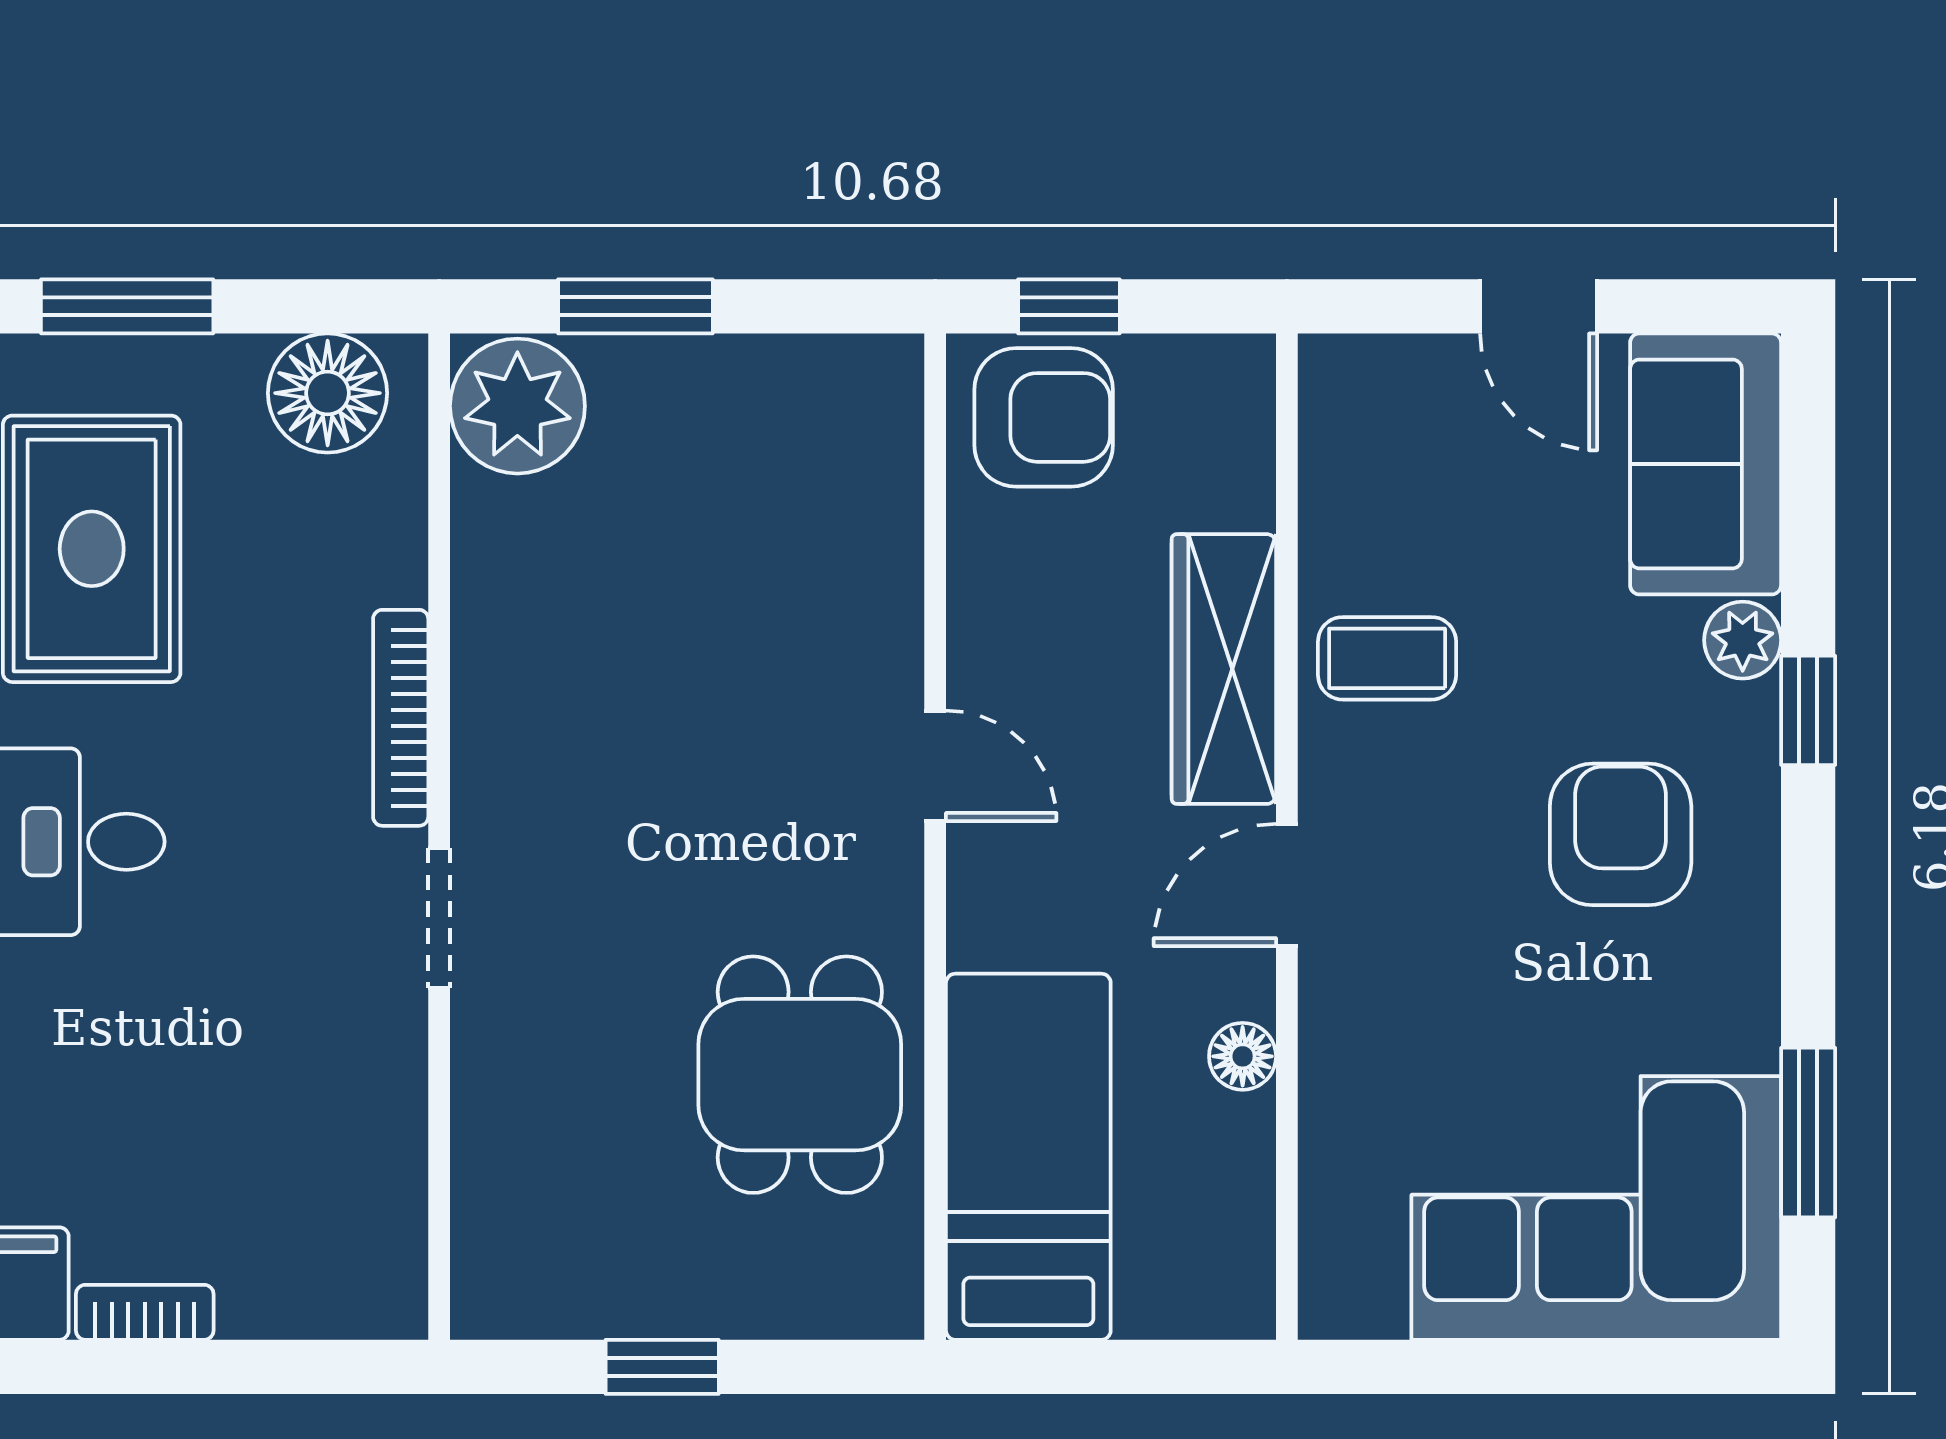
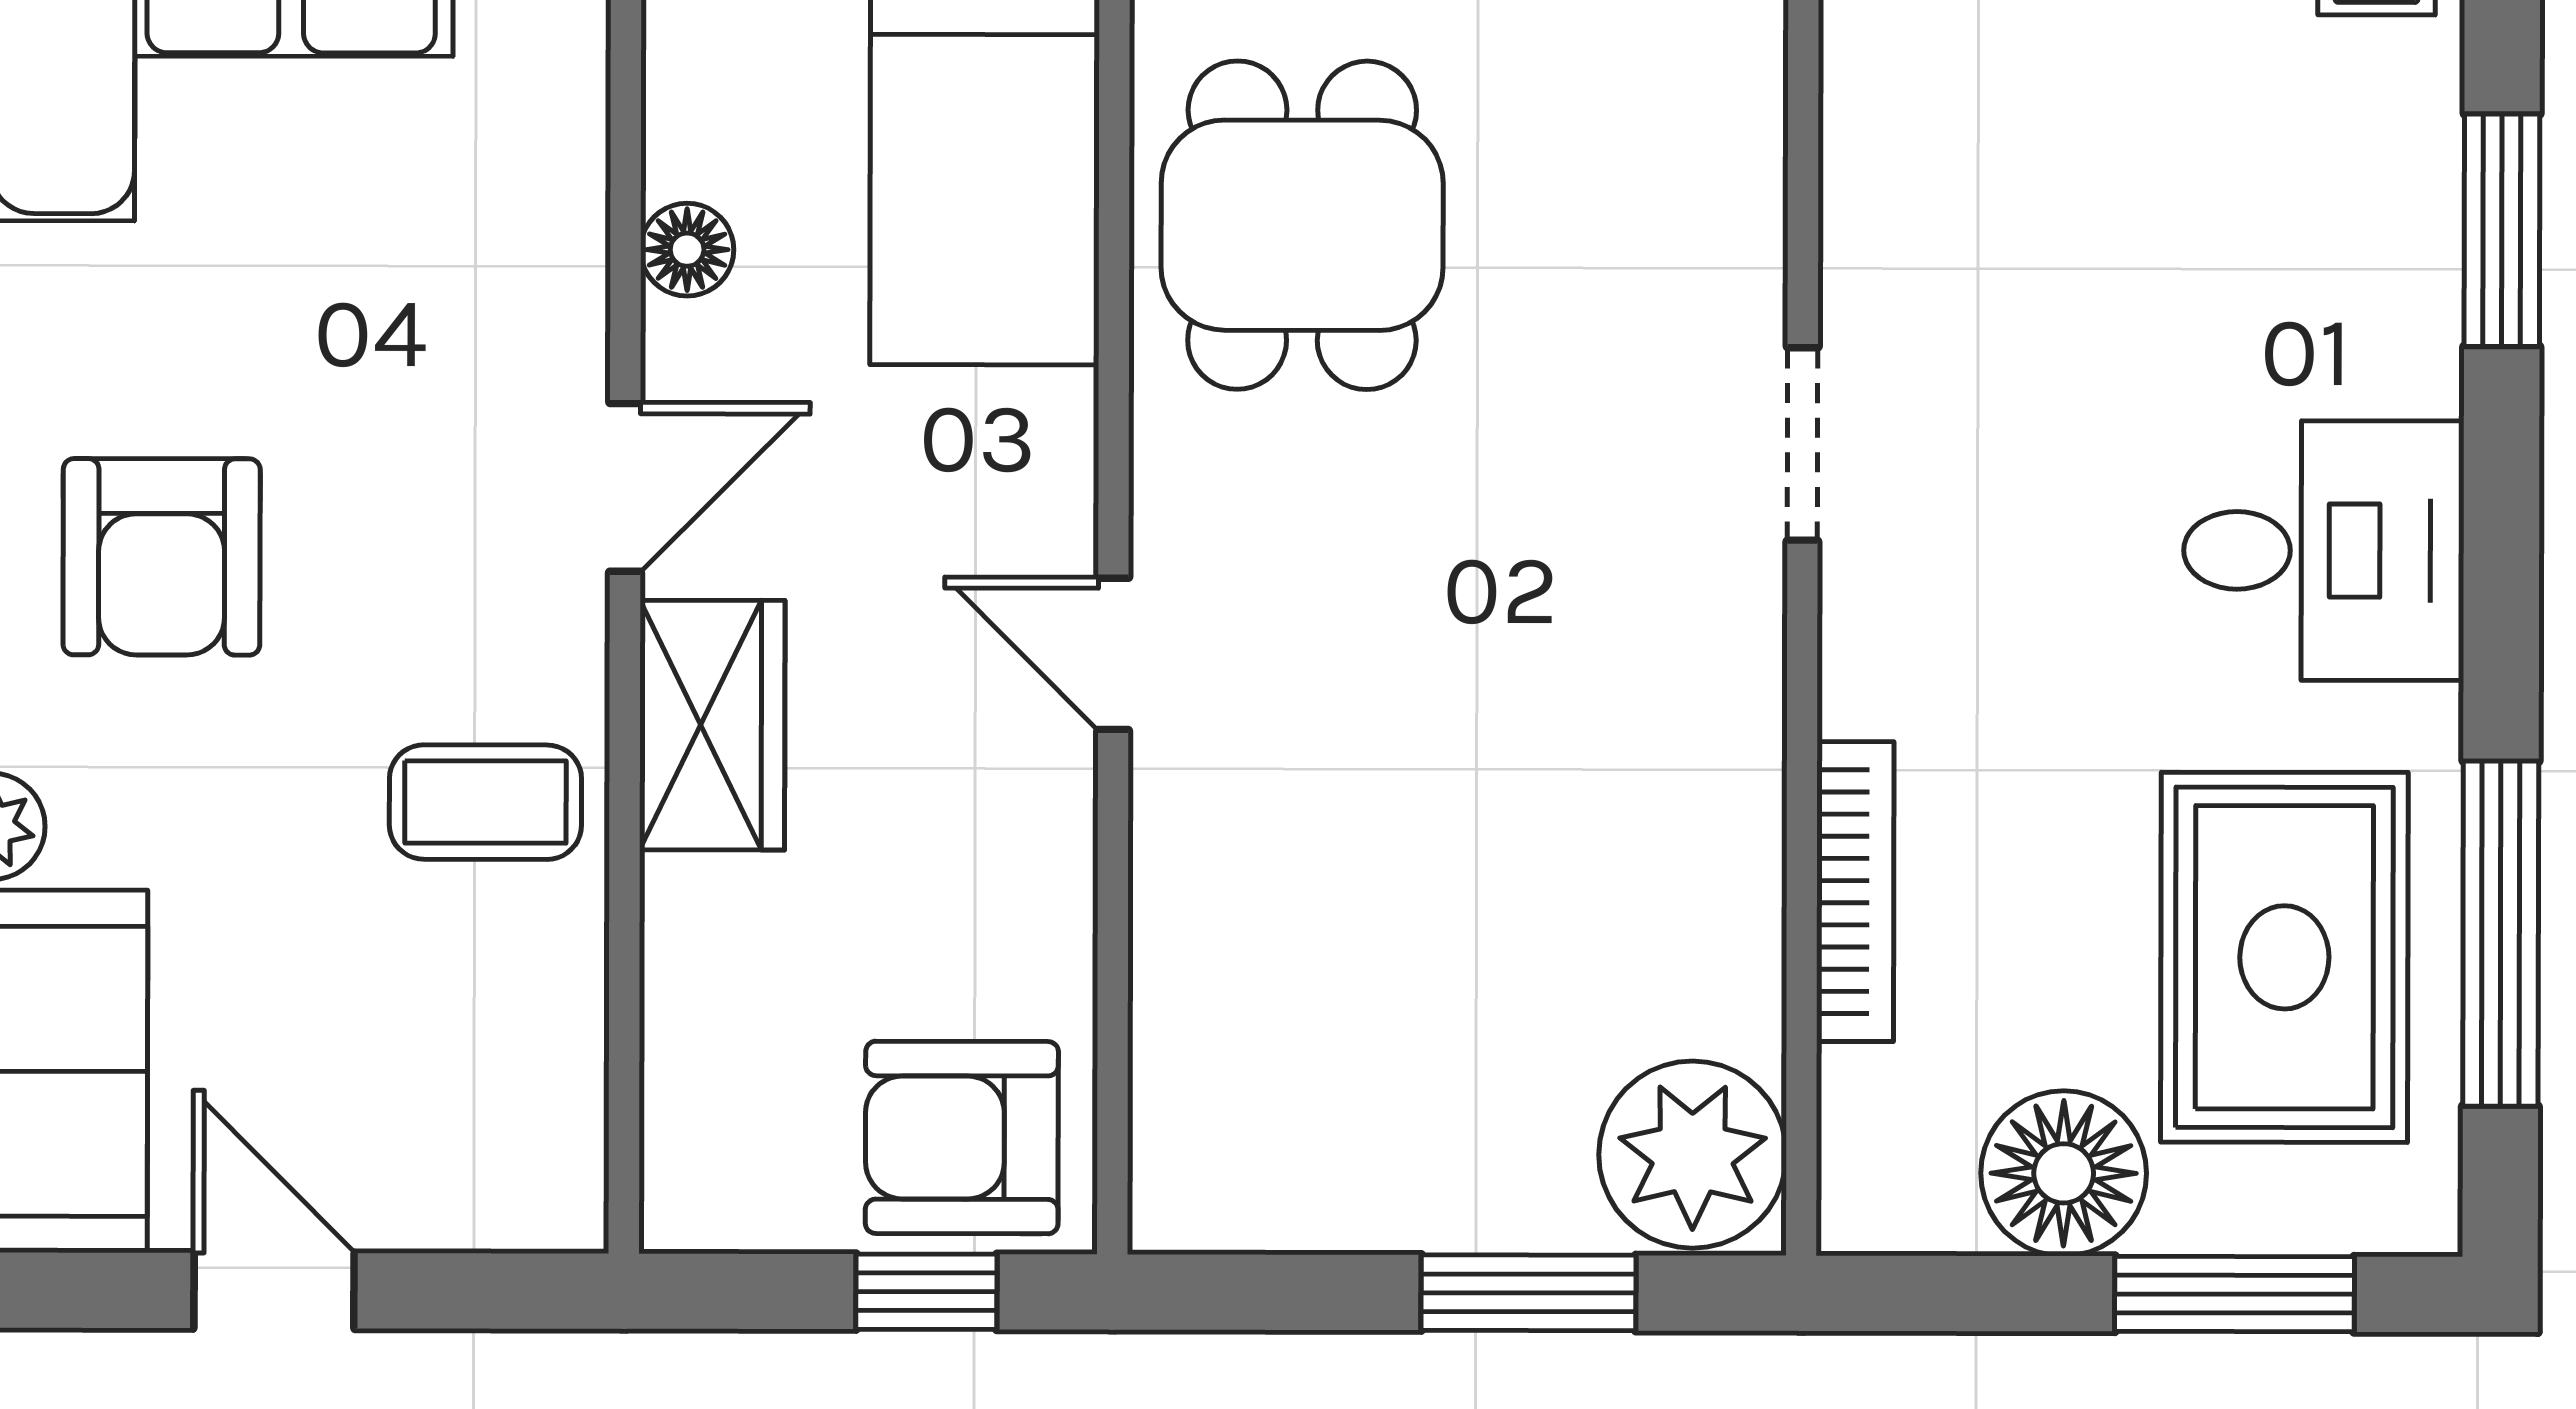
floor lamp: (328, 393) -> (2064, 1173), moved
wardrobe: (1224, 669) -> (712, 725), width x0.67
bookcase: (401, 718) -> (1855, 892), moved

